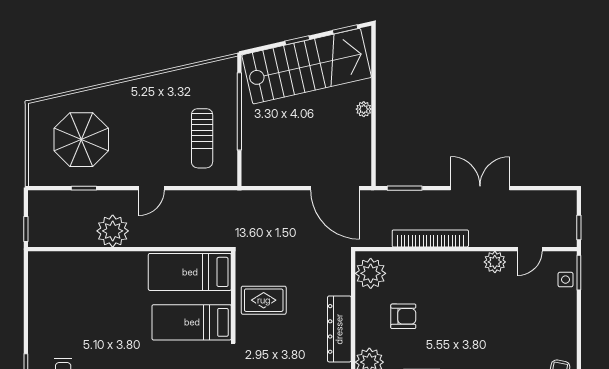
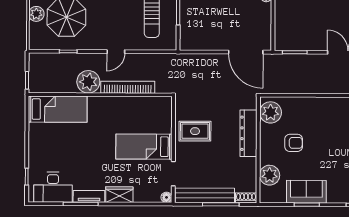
plant: (39, 135) -> (36, 14), added
bookcase: (430, 238) -> (128, 87), moved
bed: (190, 272) -> (58, 109), moved, turned 180
dresser: (339, 329) -> (248, 133), moved

